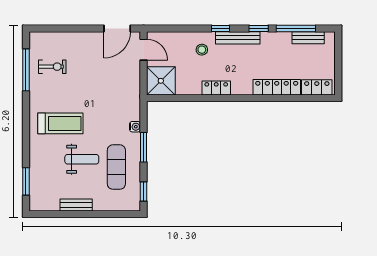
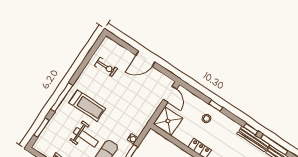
door: (117, 29) -> (145, 59), moved
window: (220, 29) -> (216, 106), moved
bench: (238, 38) -> (253, 139), moved
window: (26, 70) -> (62, 97), moved

